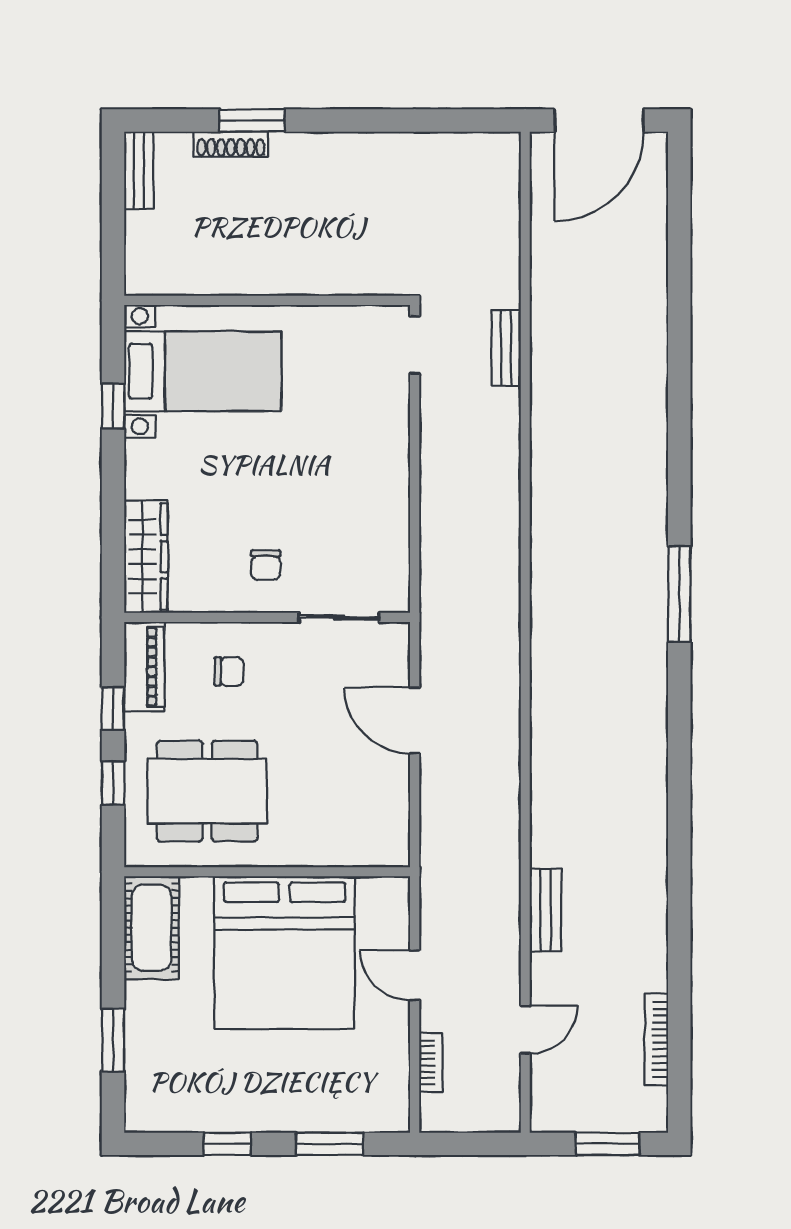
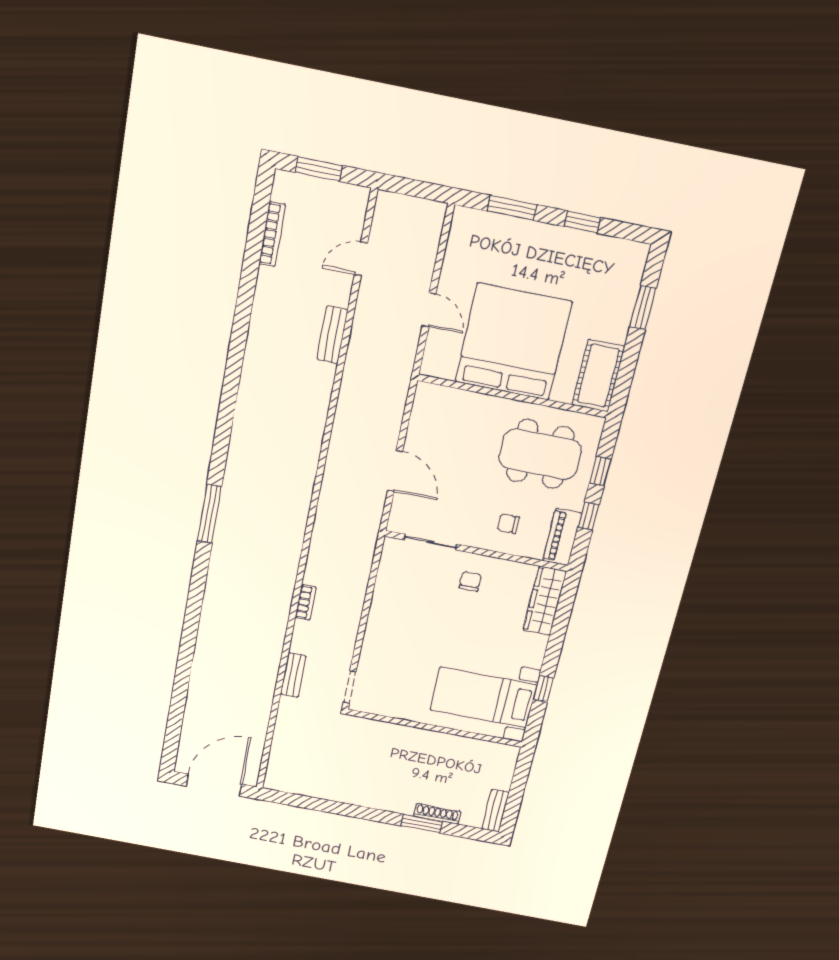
bookcase: (431, 1062) -> (306, 602), moved, turned 180

